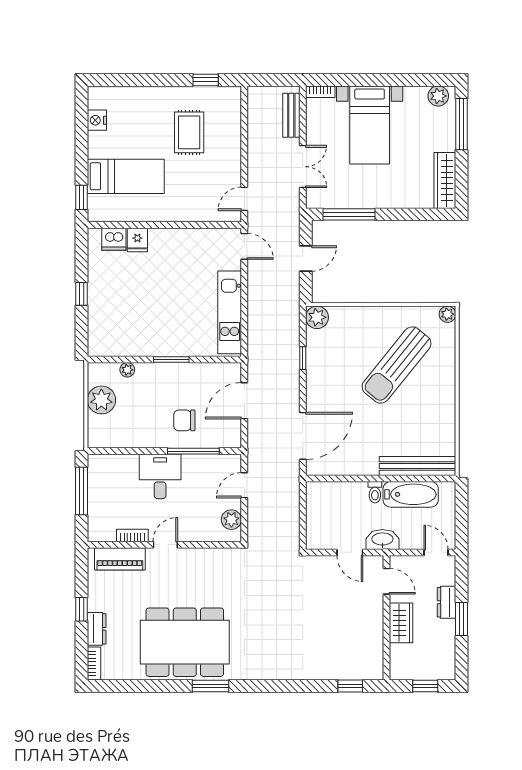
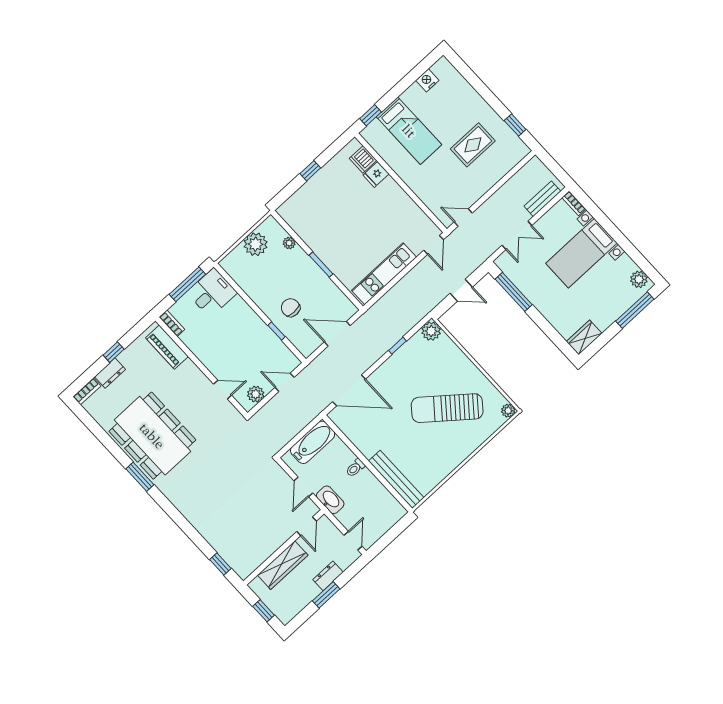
wardrobe: (445, 180) -> (584, 337), width x0.67
window: (193, 451) -> (276, 331), width x0.46
desk: (160, 476) -> (212, 293), moved
bathtub: (411, 494) -> (313, 442), moved, turned -90
bookcase: (132, 535) -> (172, 323), moved
door: (165, 545) -> (223, 390), moved
wardrobe: (401, 623) -> (283, 565), width x1.50

